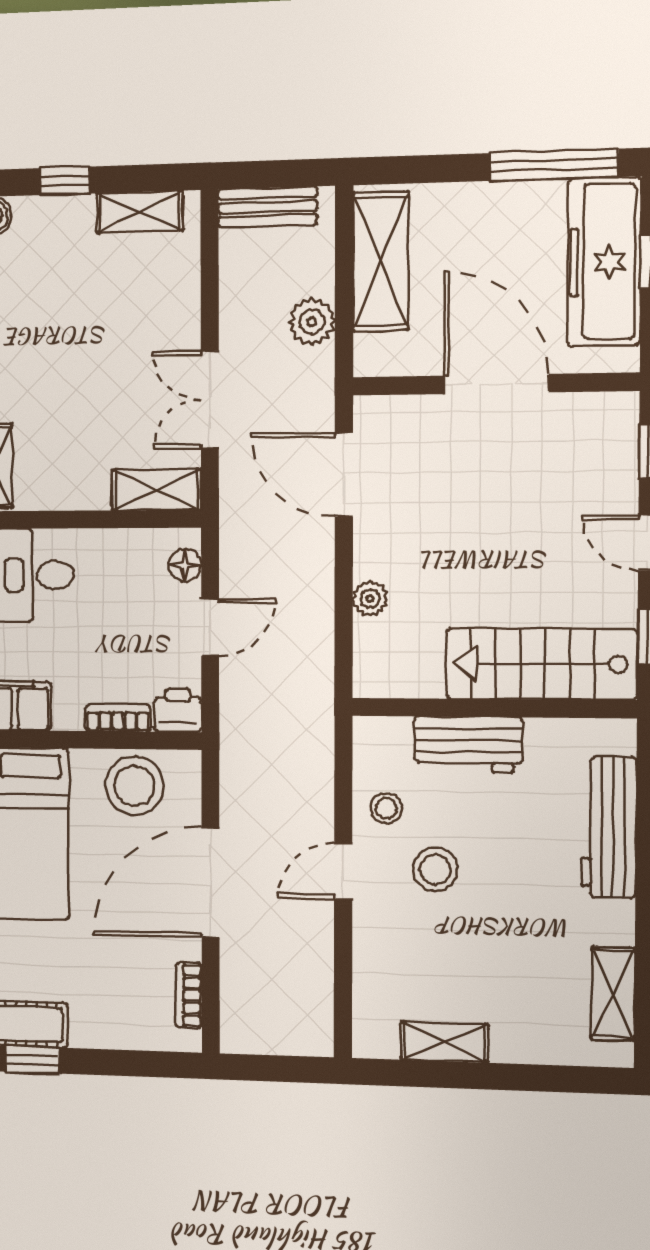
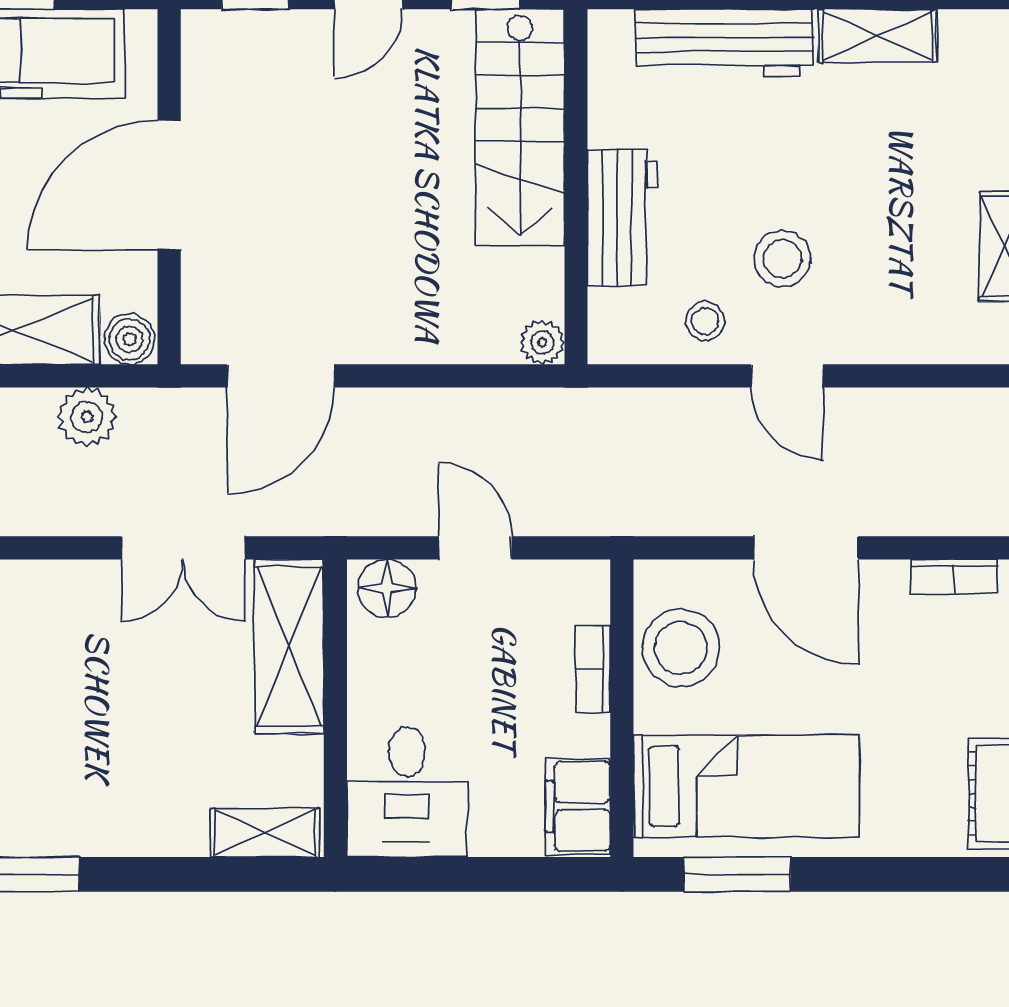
boiler: (373, 354) -> (129, 339), added
shelving: (157, 490) -> (289, 646), width x1.50, depth x1.33
floor lamp: (185, 565) -> (387, 588), width x1.37, depth x1.37
plant: (370, 599) -> (542, 342), moved
printer: (178, 710) -> (582, 590), removed
door: (211, 883) -> (806, 548), width x0.73
shelving: (613, 994) -> (877, 36), moved

